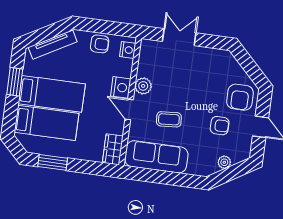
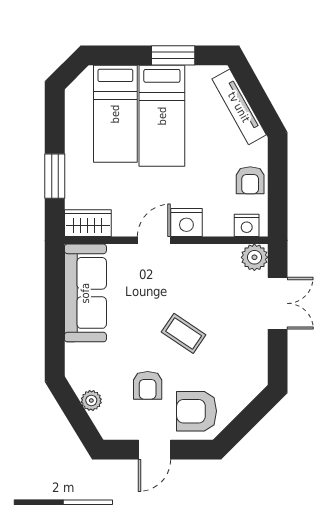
plant: (143, 86) -> (254, 257), moved
coffee table: (169, 119) -> (184, 333), moved, turned -52
window: (53, 162) -> (55, 176), moved

